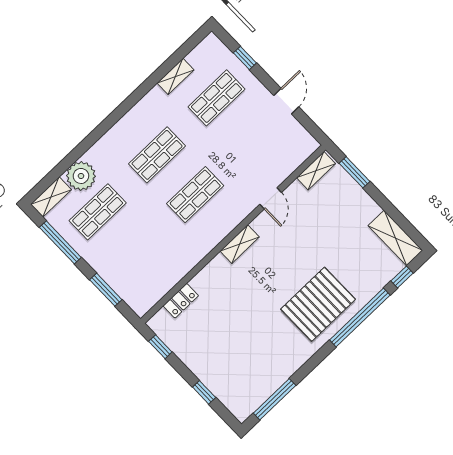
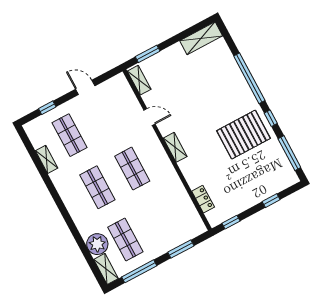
window: (402, 277) -> (271, 118), moved
pallet: (318, 304) -> (244, 135), moved, turned 90

